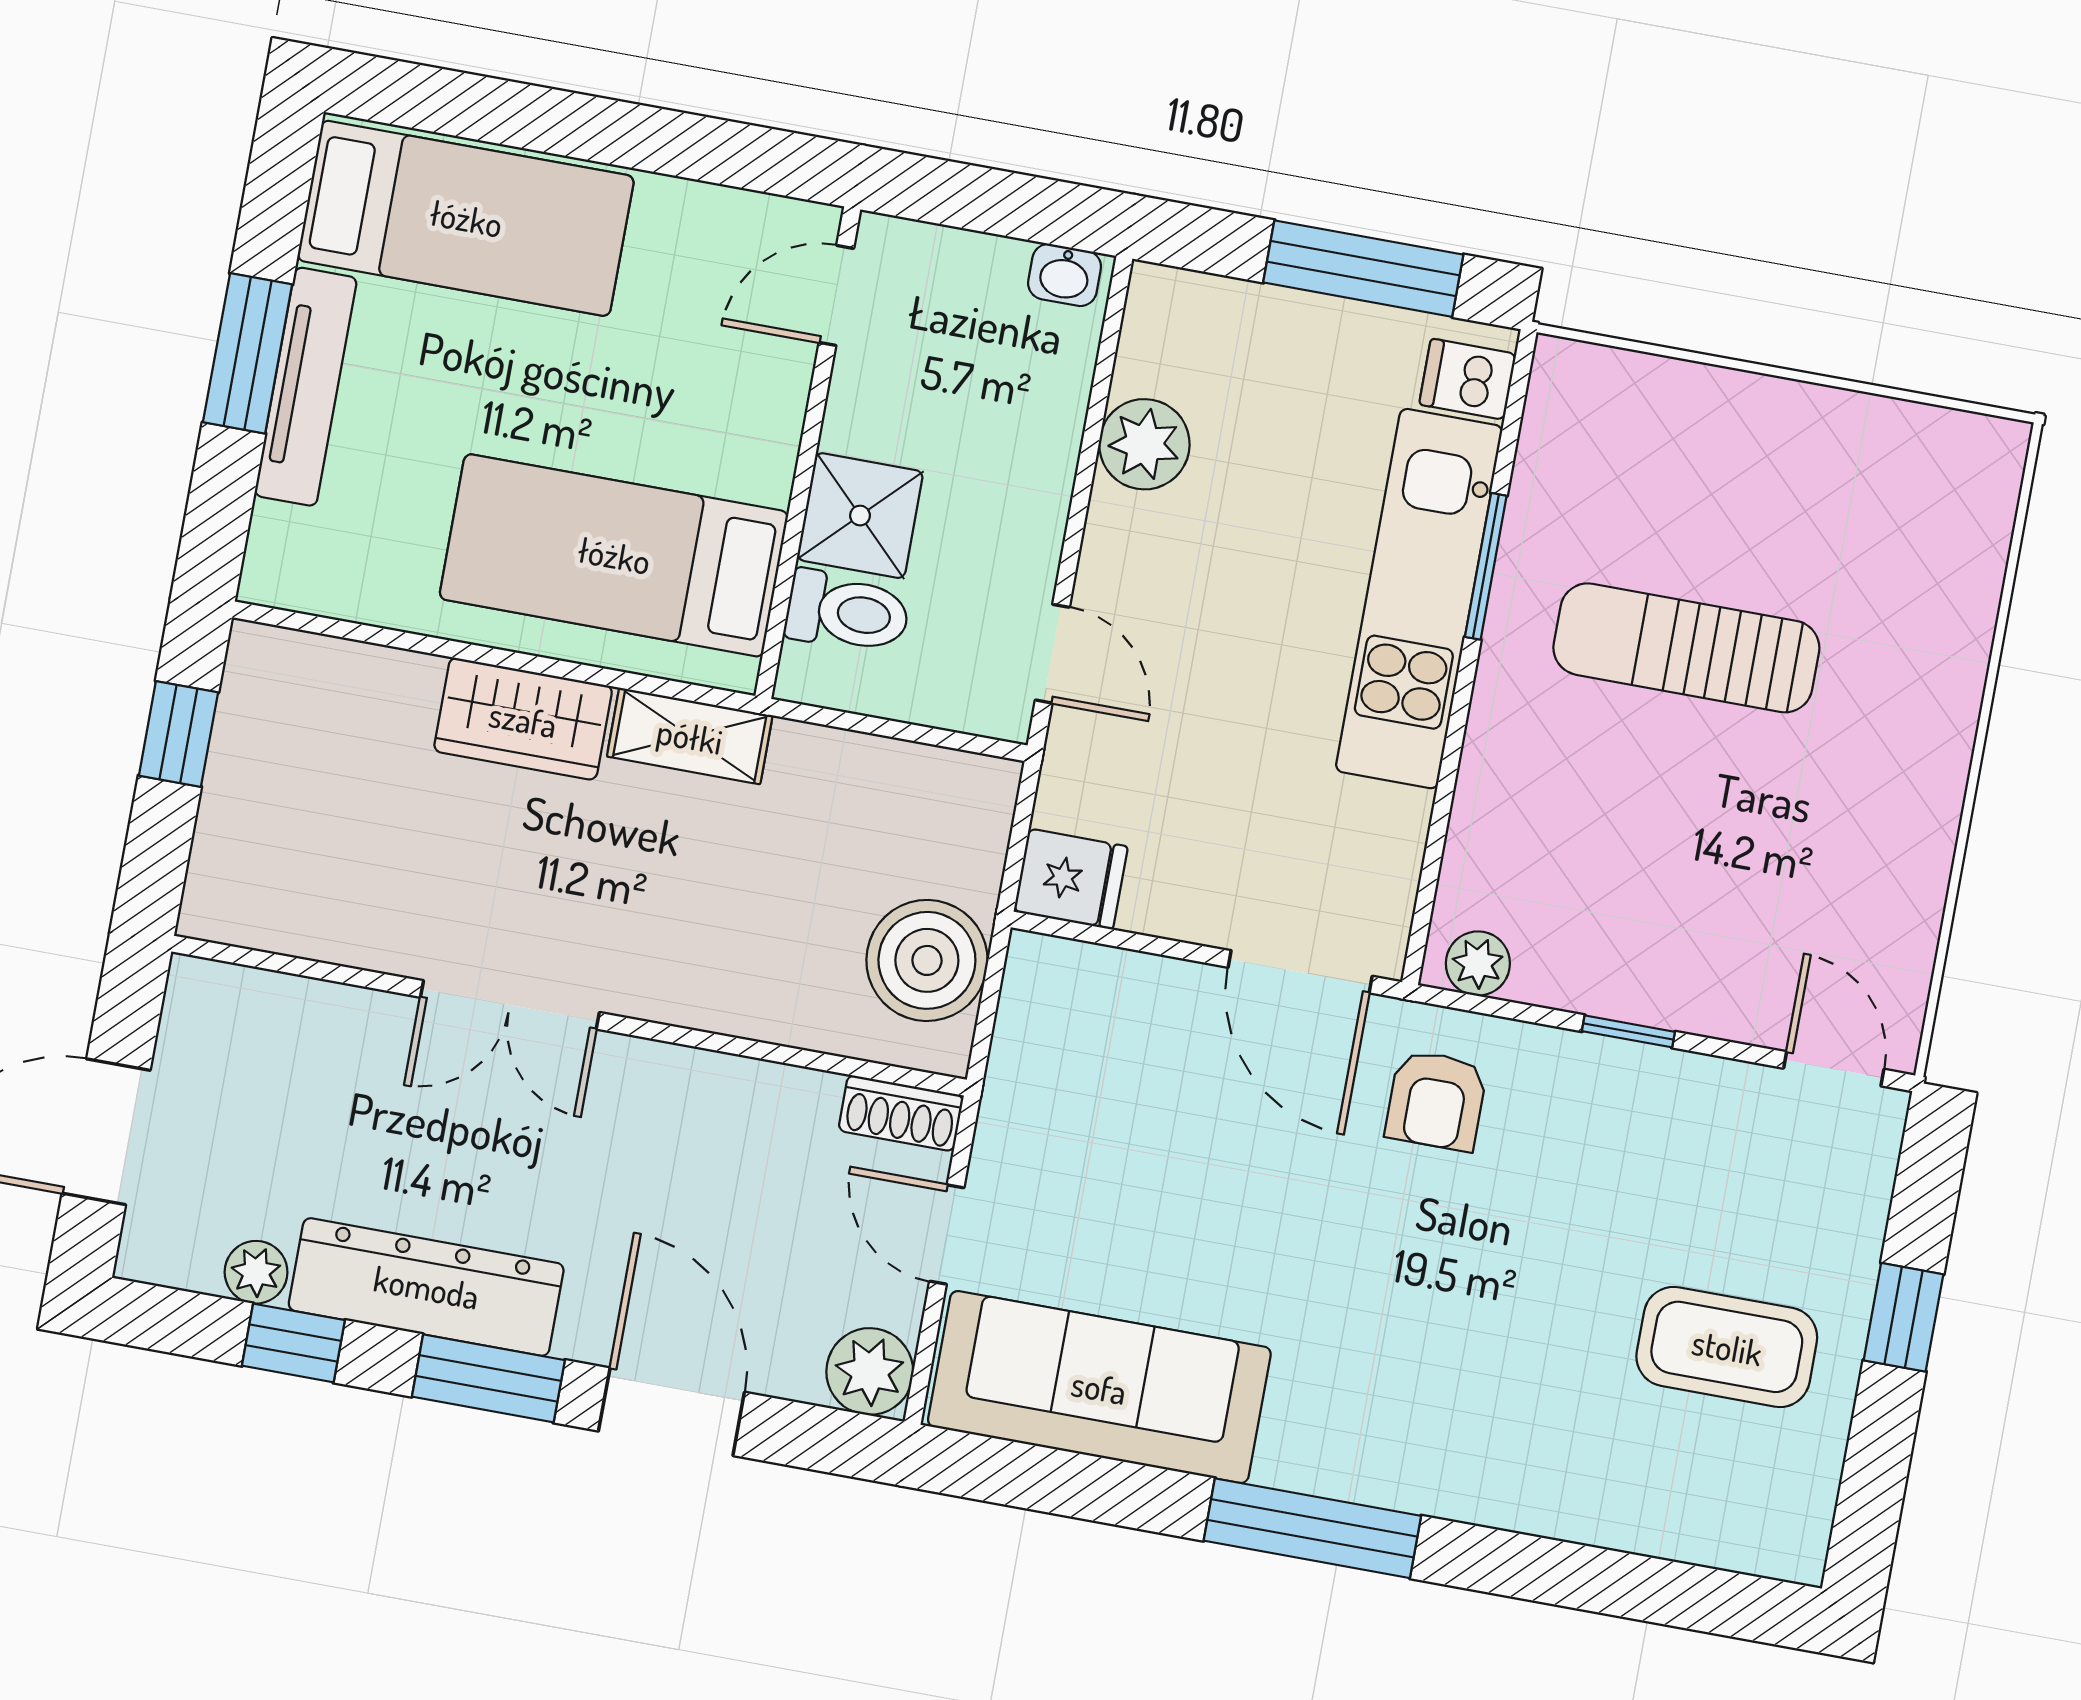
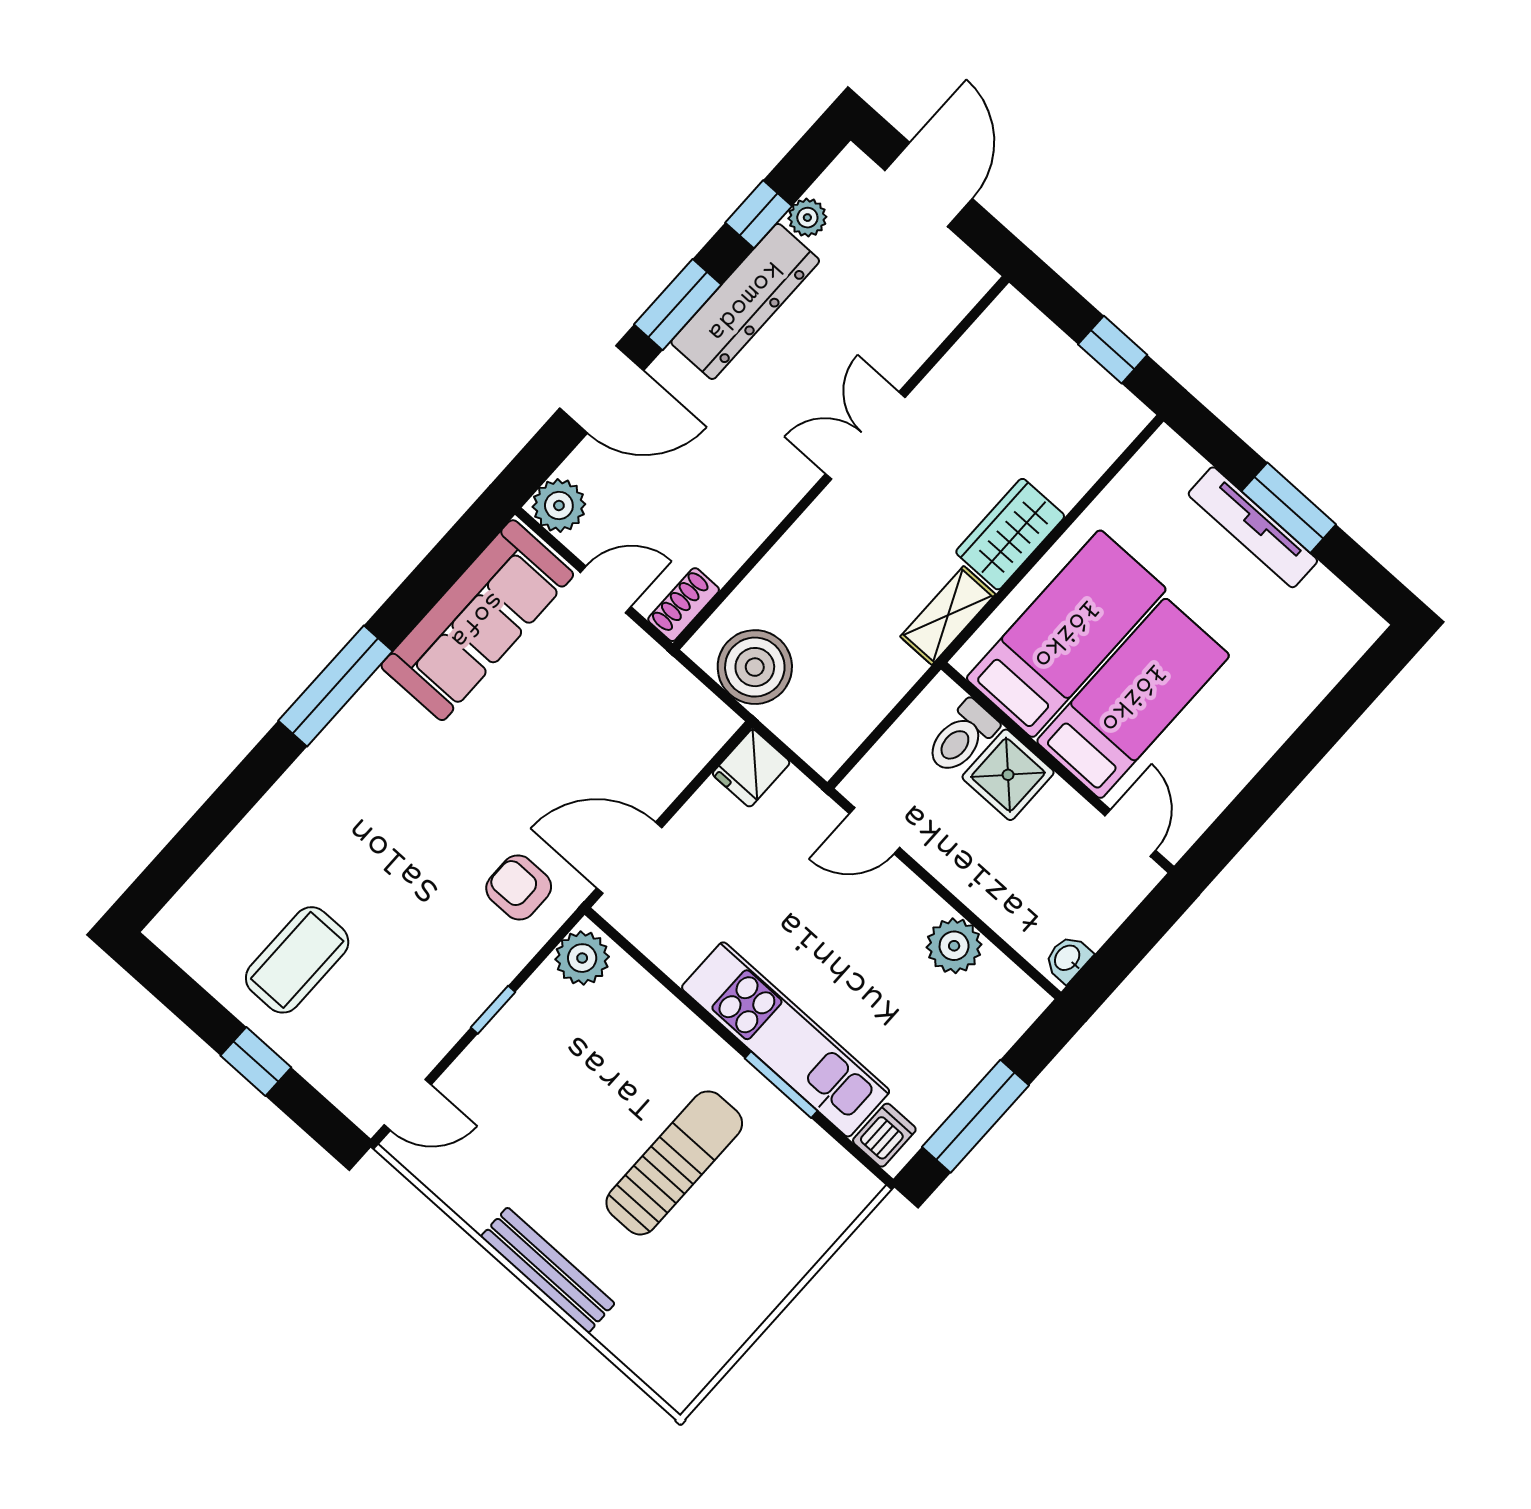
bed: (466, 218) -> (1133, 698), moved, turned 180
bench: (1944, 732) -> (548, 1270), added
plant: (1478, 963) -> (582, 958), width x1.38, depth x1.38

